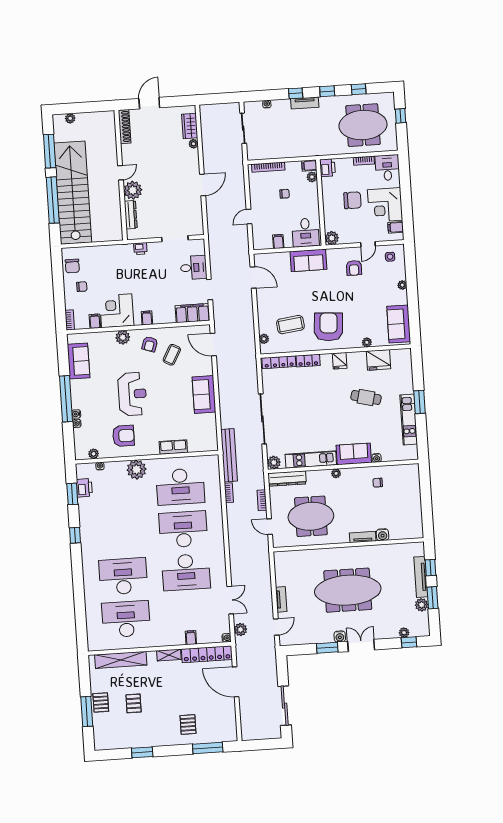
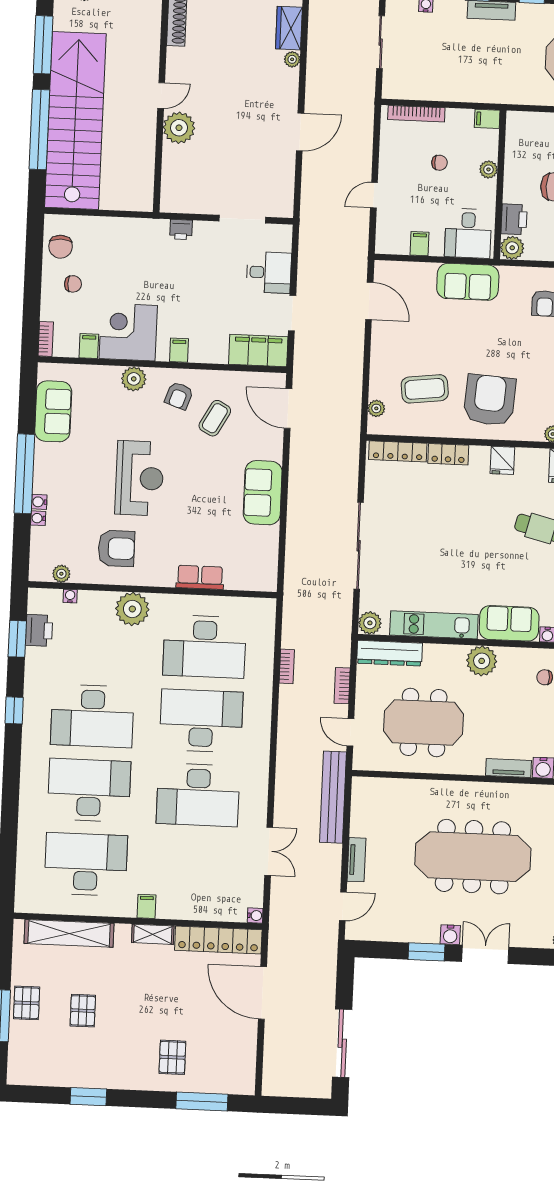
printer: (327, 168) -> (514, 219), moved
plant: (312, 177) -> (488, 169), moved
dresser: (131, 215) -> (171, 170), removed
bench: (229, 455) -> (333, 797), moved
plant: (336, 473) -> (482, 661), width x1.88, depth x1.88
desk: (120, 534) -> (92, 716), added
plant: (240, 630) -> (281, 904), removed
filing cabinet: (191, 638) -> (147, 906), moved

